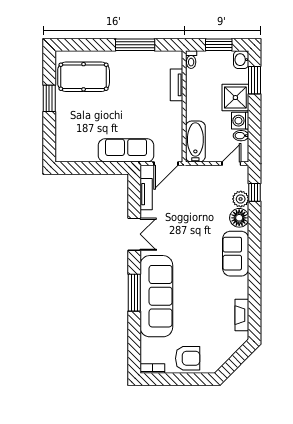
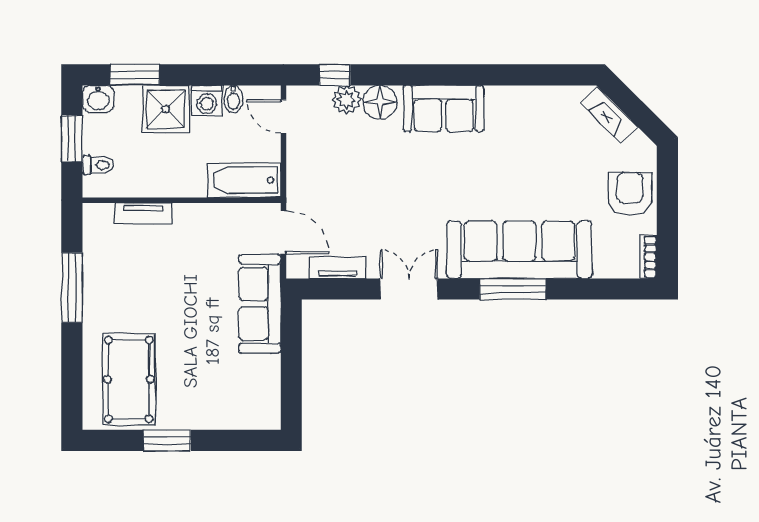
toilet: (191, 60) -> (98, 165), moved
fireplace: (242, 315) -> (609, 115), moved, turned 45

